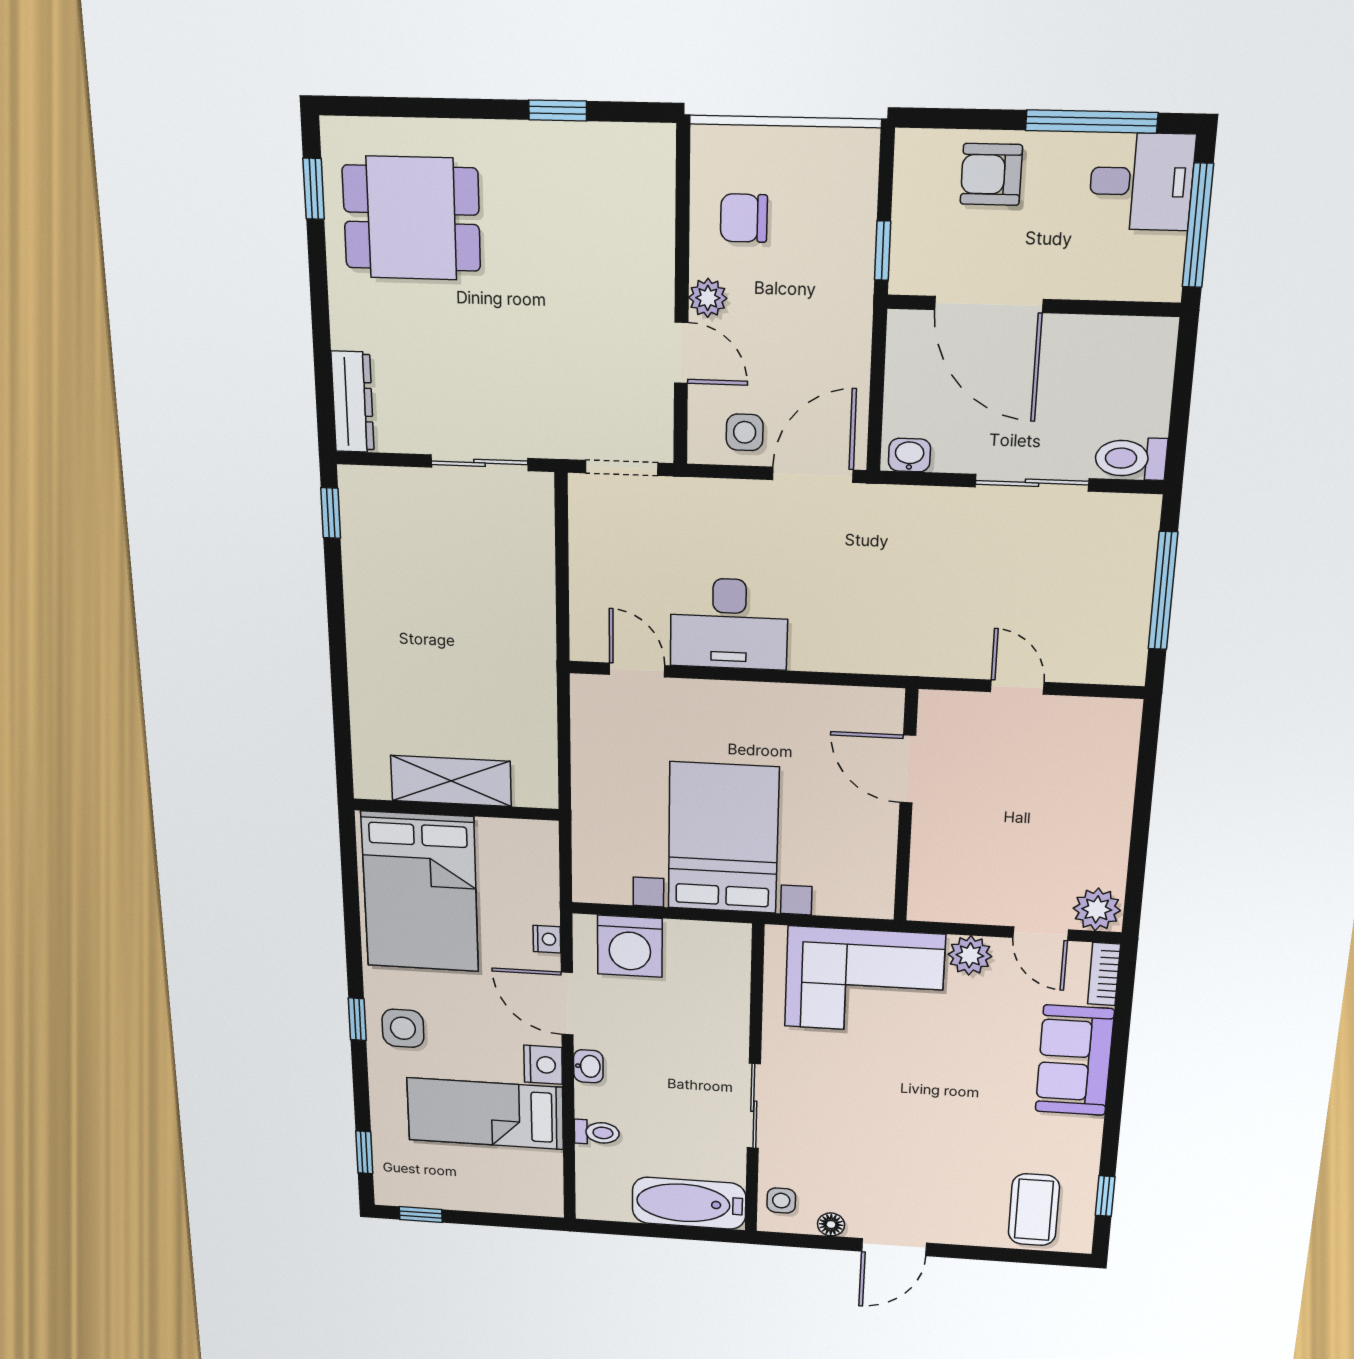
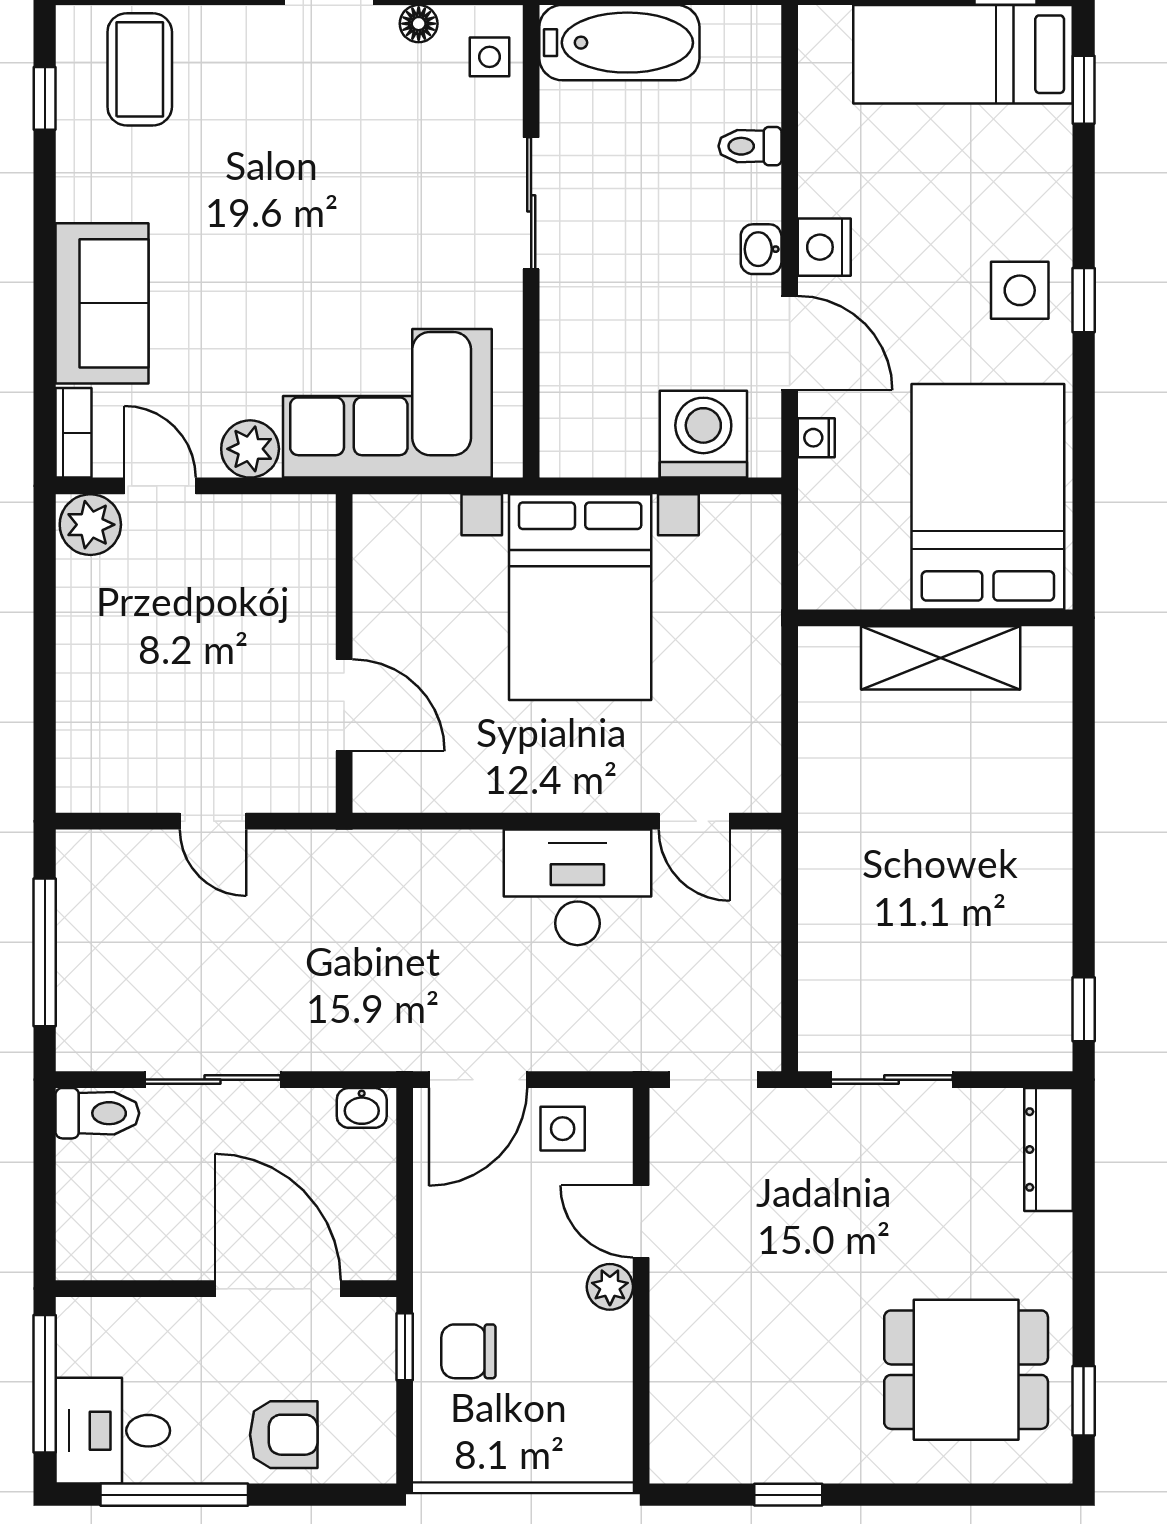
chair: (744, 218) -> (468, 1351), moved, turned 180
bed: (485, 1114) -> (963, 54), moved, turned 180

